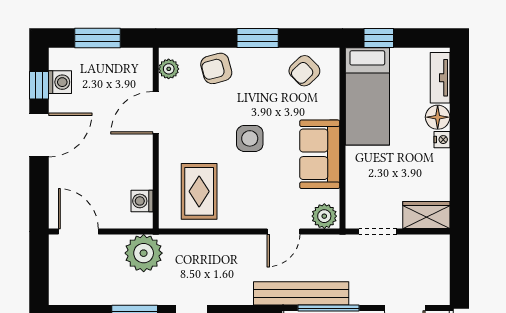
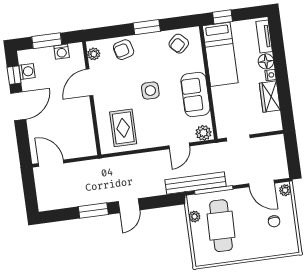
washing machine: (142, 201) -> (62, 52), moved, turned -90
wardrobe: (426, 215) -> (270, 97), moved, turned -90
plant: (144, 253) -> (94, 171), removed

